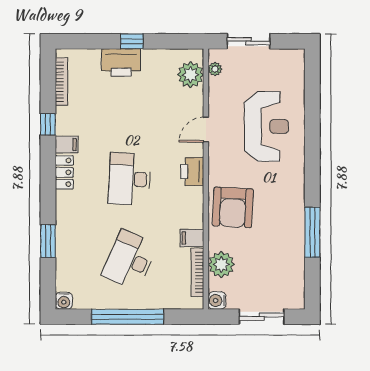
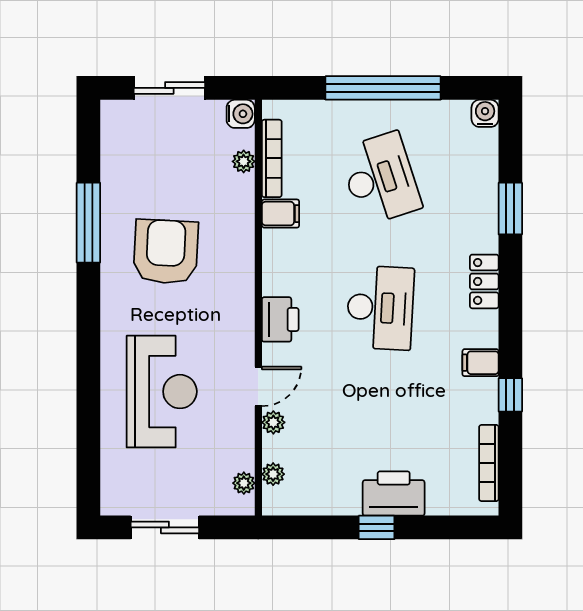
sliding door: (249, 41) -> (165, 527), moved
plant: (190, 75) -> (273, 474), width x0.53, depth x0.53
plant: (196, 107) -> (273, 422), added
reception desk: (266, 126) -> (162, 392), turned 180
locker: (64, 172) -> (484, 281), moved
armchair: (233, 207) -> (166, 252), moved
desk: (129, 260) -> (380, 179), turned -42
plant: (221, 264) -> (244, 161), width x0.53, depth x0.53

